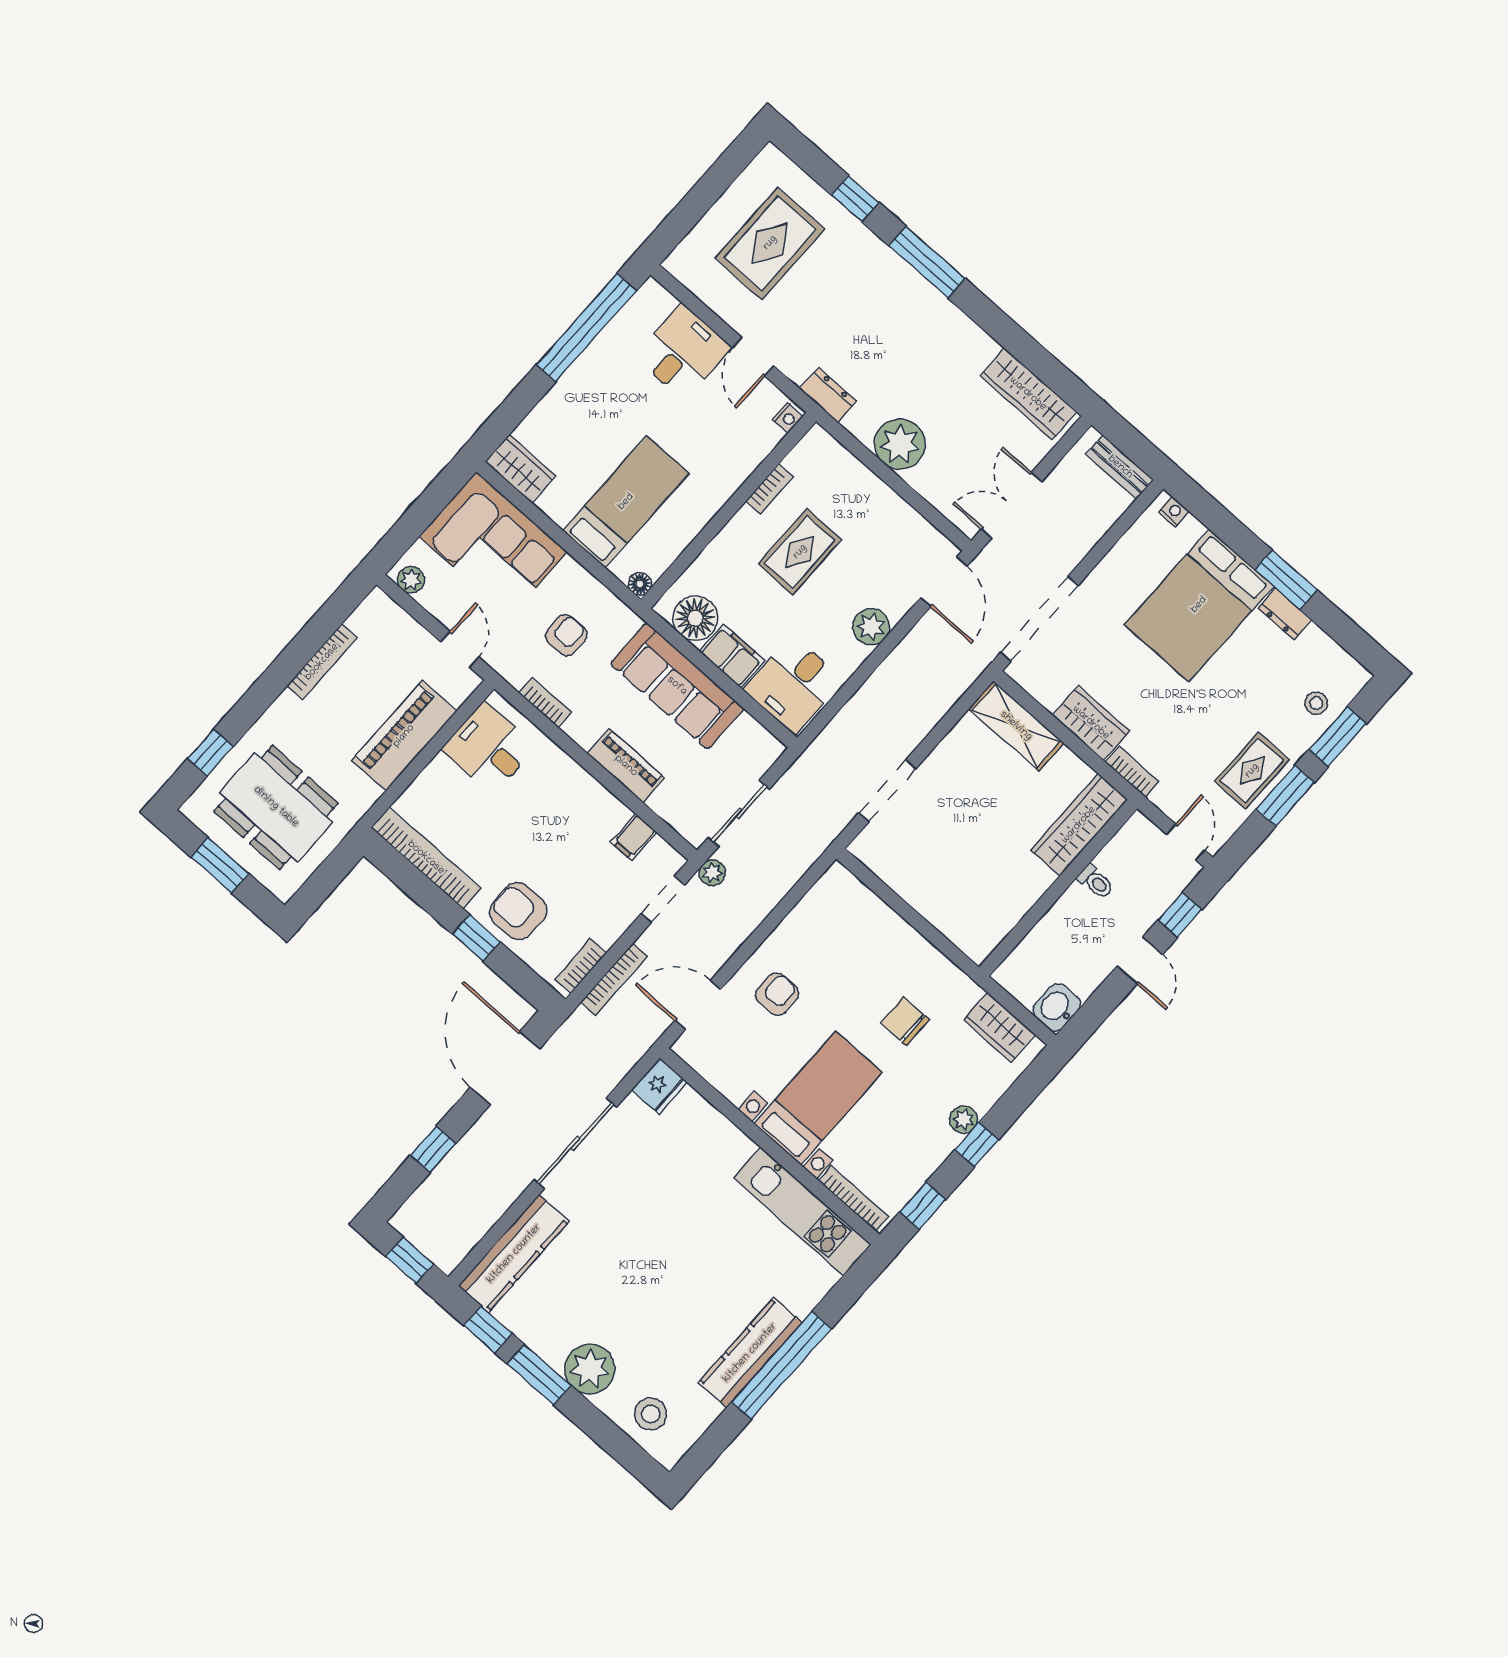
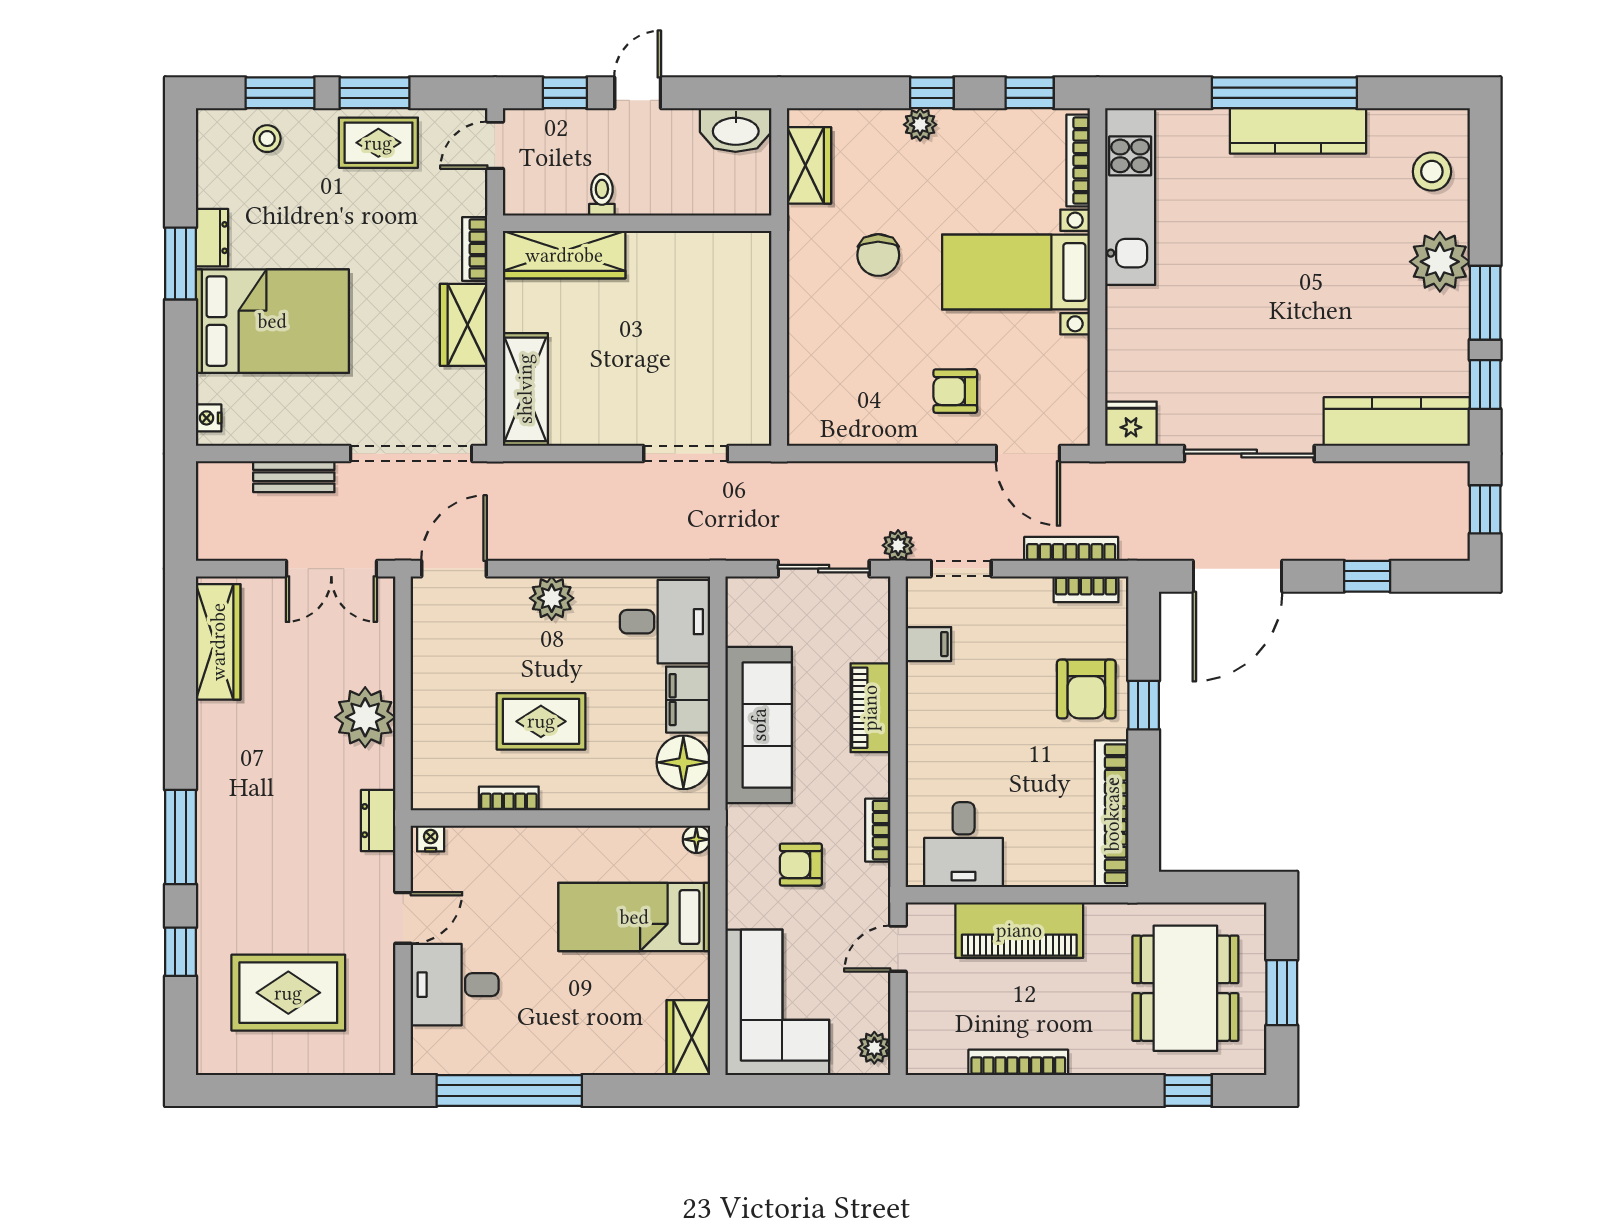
bench: (1120, 467) -> (294, 477), moved, turned 90
washbasin: (1057, 1007) -> (736, 130), width x1.38

